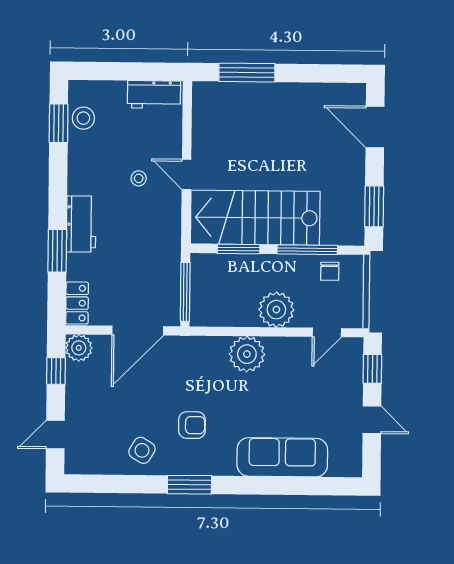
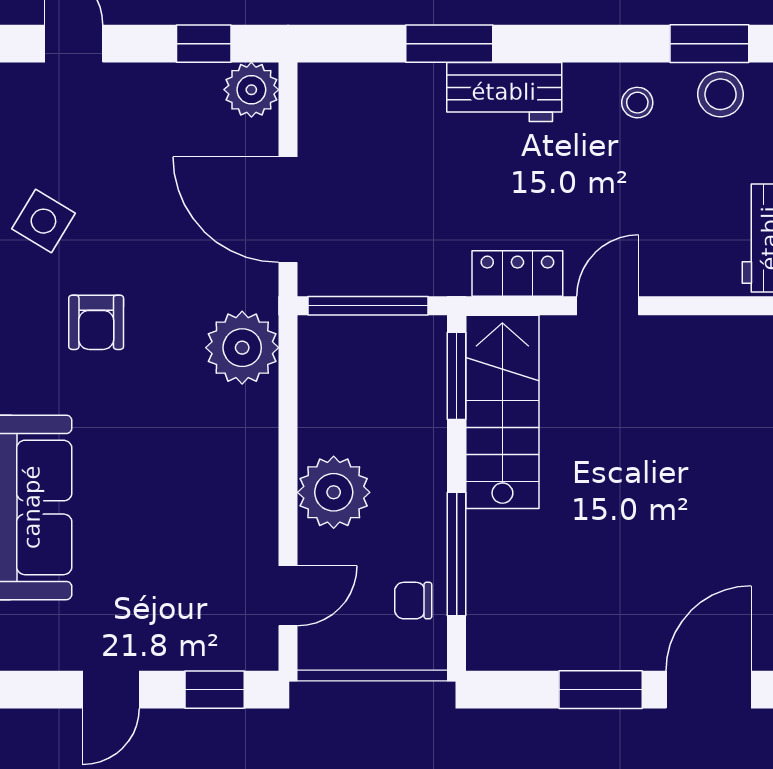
stool: (139, 178) -> (637, 103), moved
window: (374, 206) -> (601, 690), moved
stairs: (255, 218) -> (502, 412), width x0.73, depth x0.66
window: (239, 249) -> (457, 376), moved
locker: (77, 303) -> (517, 274), moved, turned 180
door: (327, 332) -> (288, 596), swing flipped
plant: (247, 354) -> (242, 348), moved

